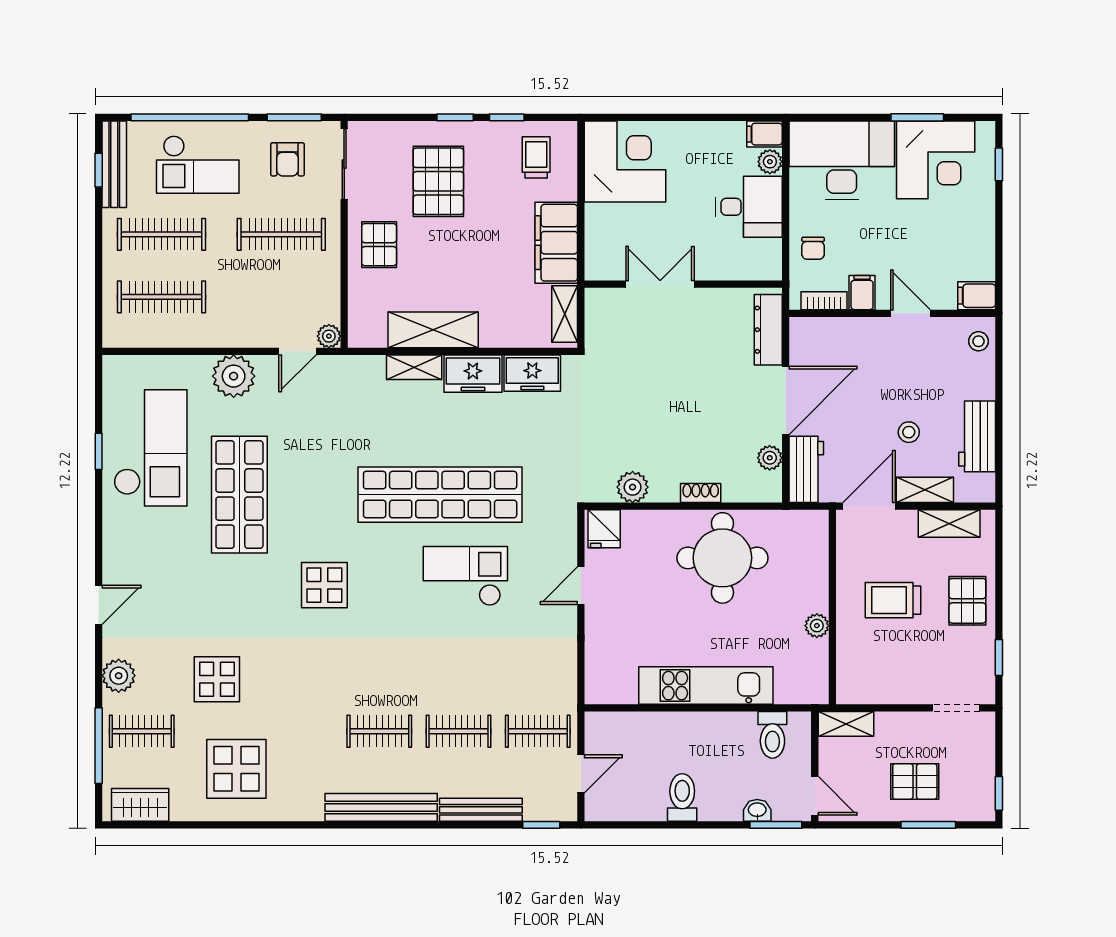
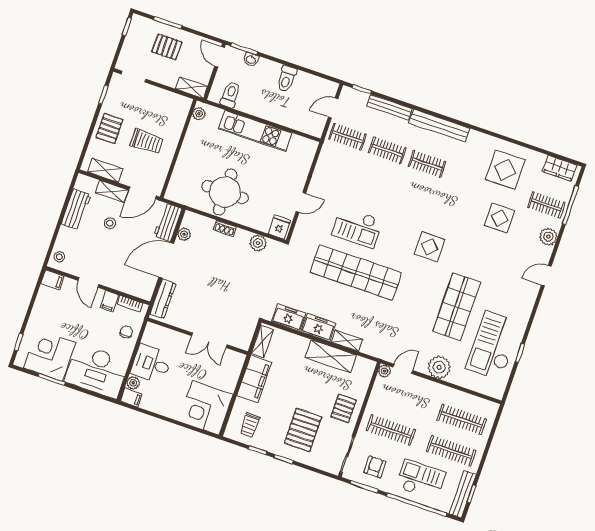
plant: (817, 626) -> (199, 114), moved

